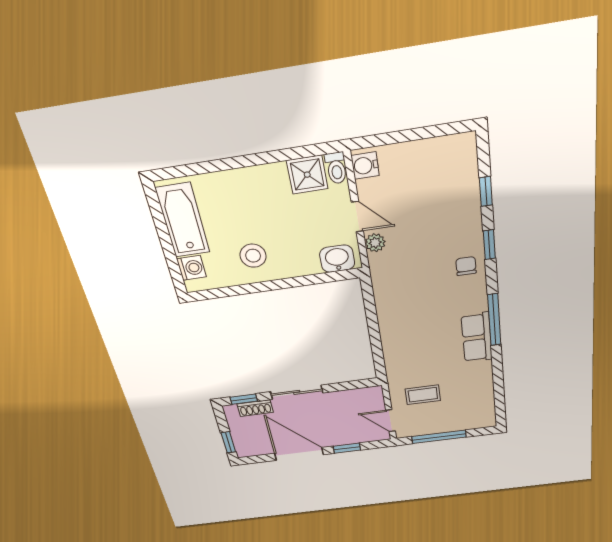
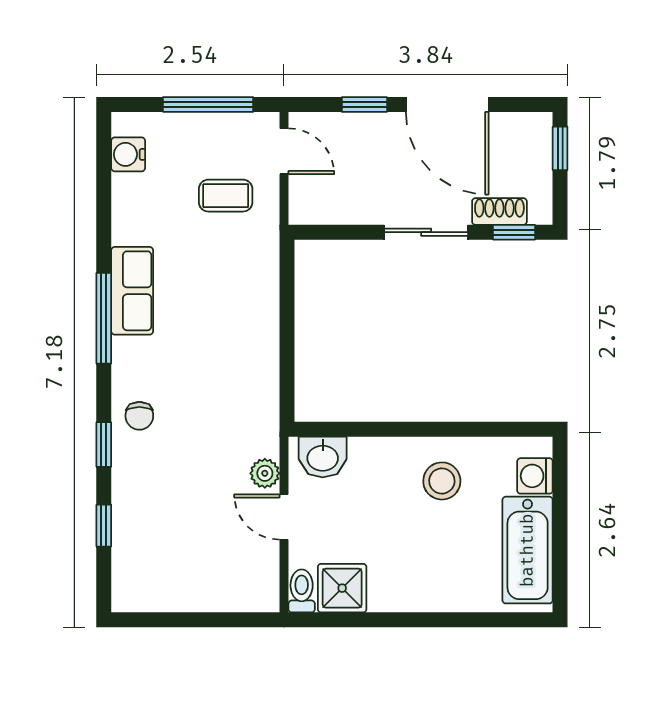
water cooler: (365, 166) -> (128, 154), moved, turned 180

